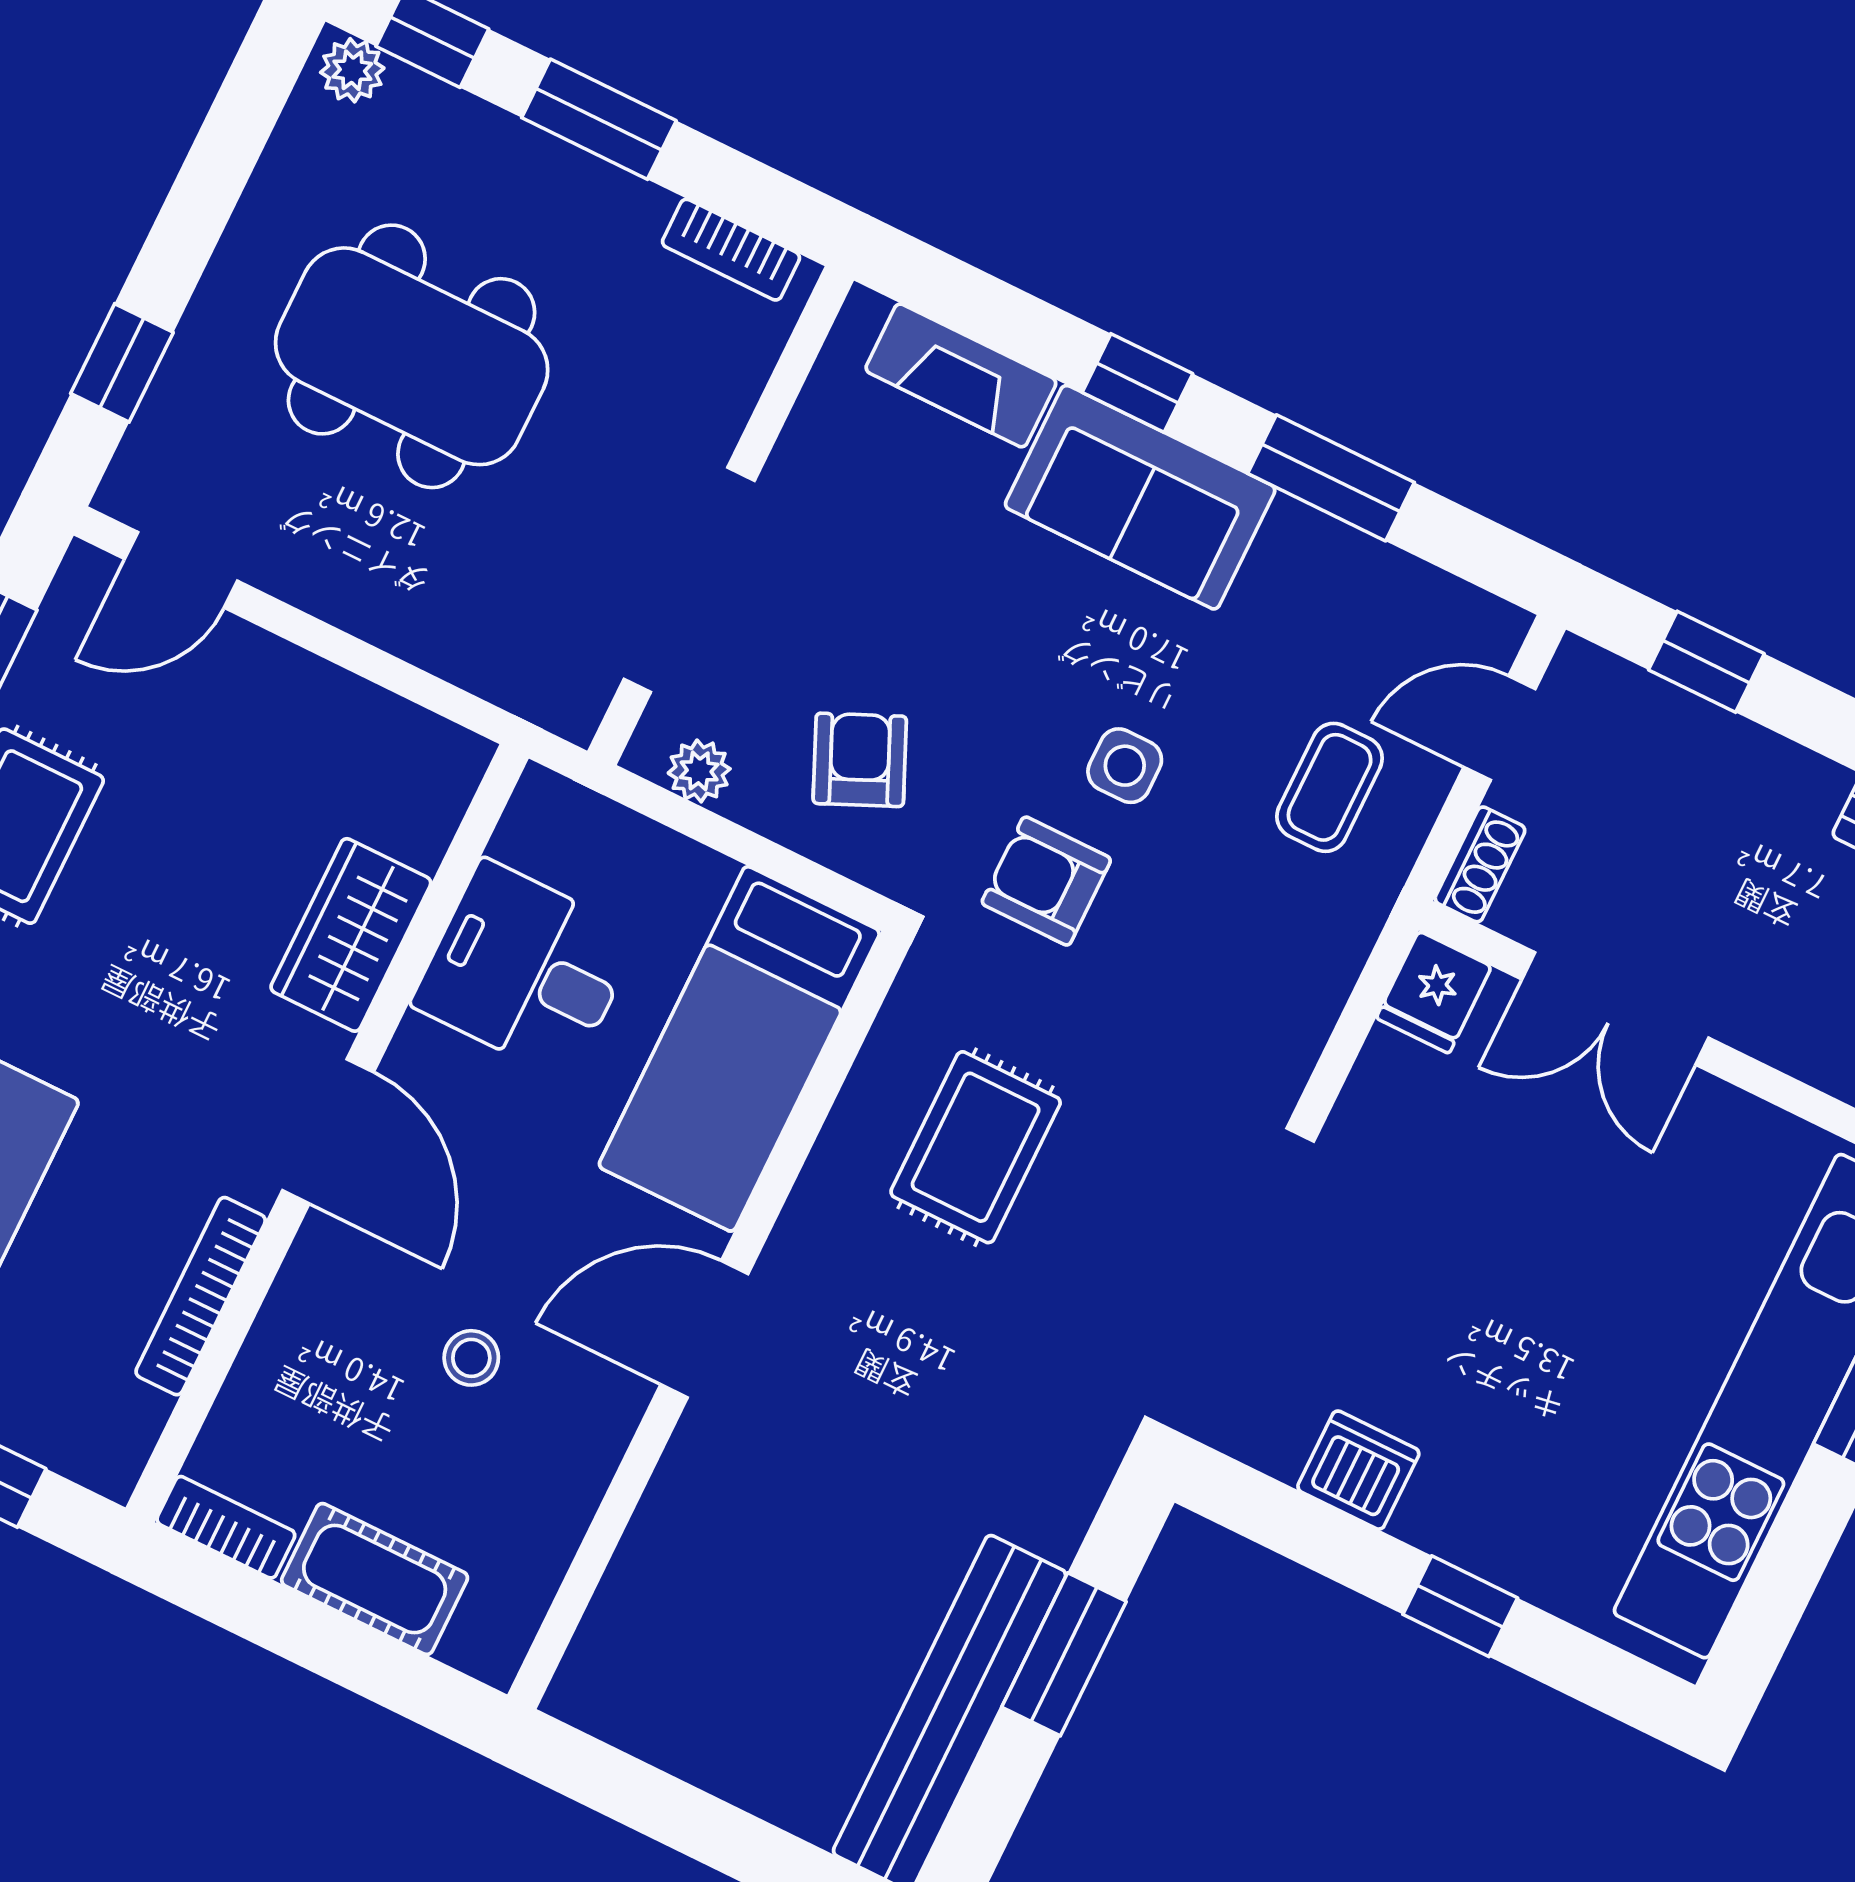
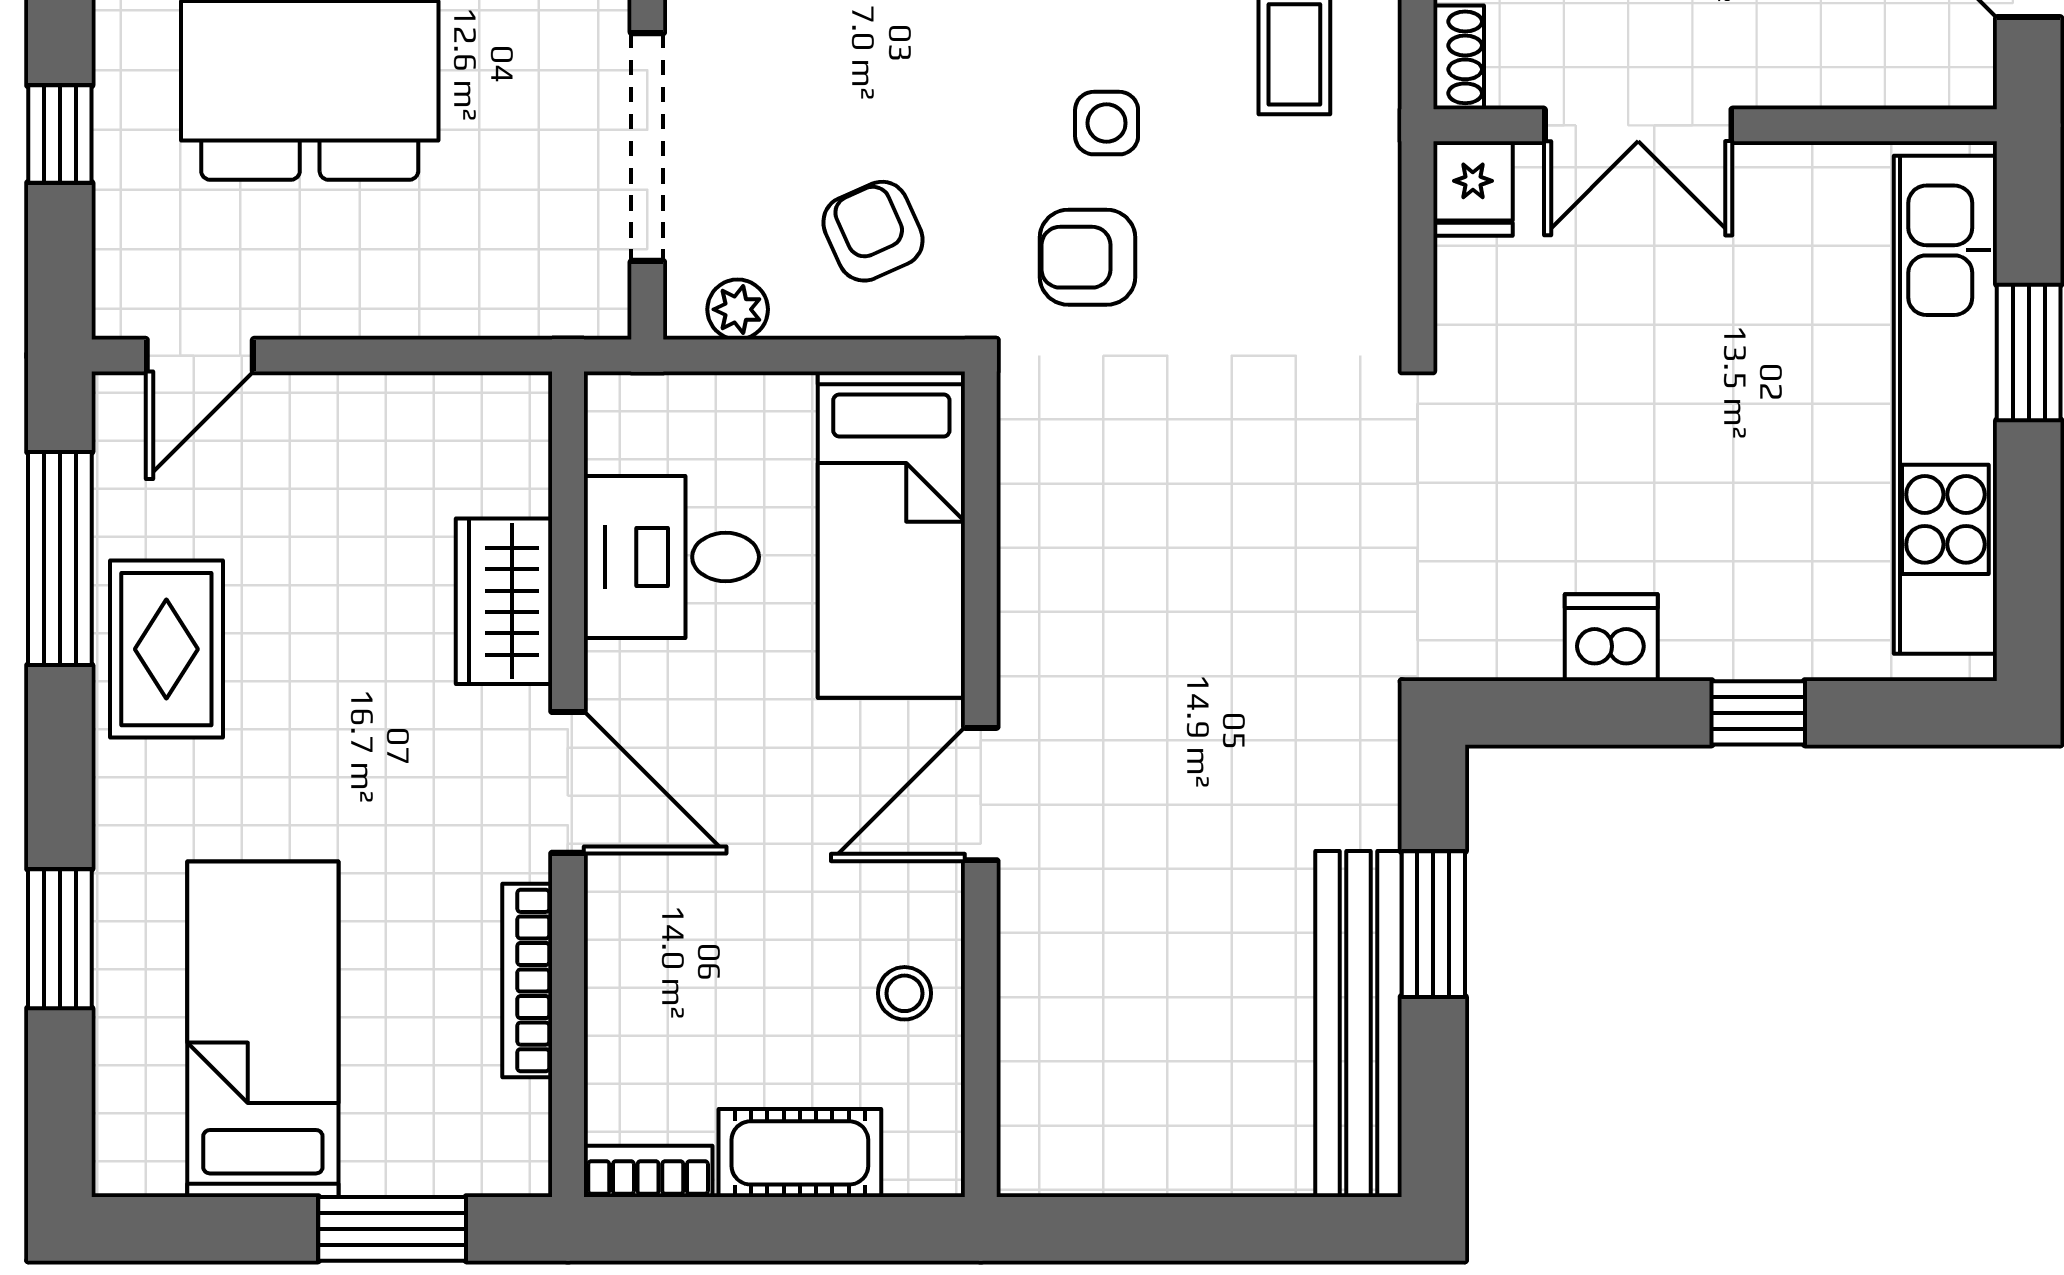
window: (122, 363) -> (60, 134), moved
rug: (976, 1147) -> (1139, 520), removed
stool: (471, 1358) -> (905, 993), moved

